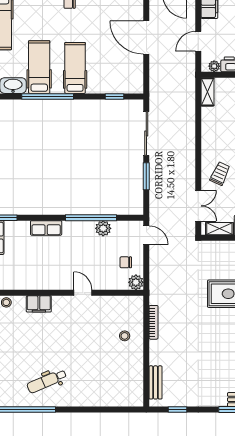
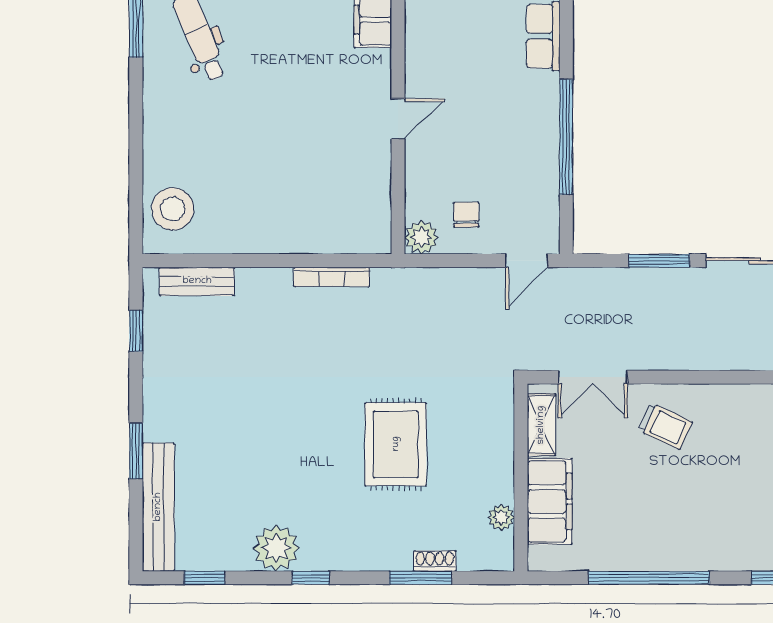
plant: (103, 228) -> (542, 164), removed
stool: (125, 336) -> (173, 209), moved, width x1.89, depth x1.89

